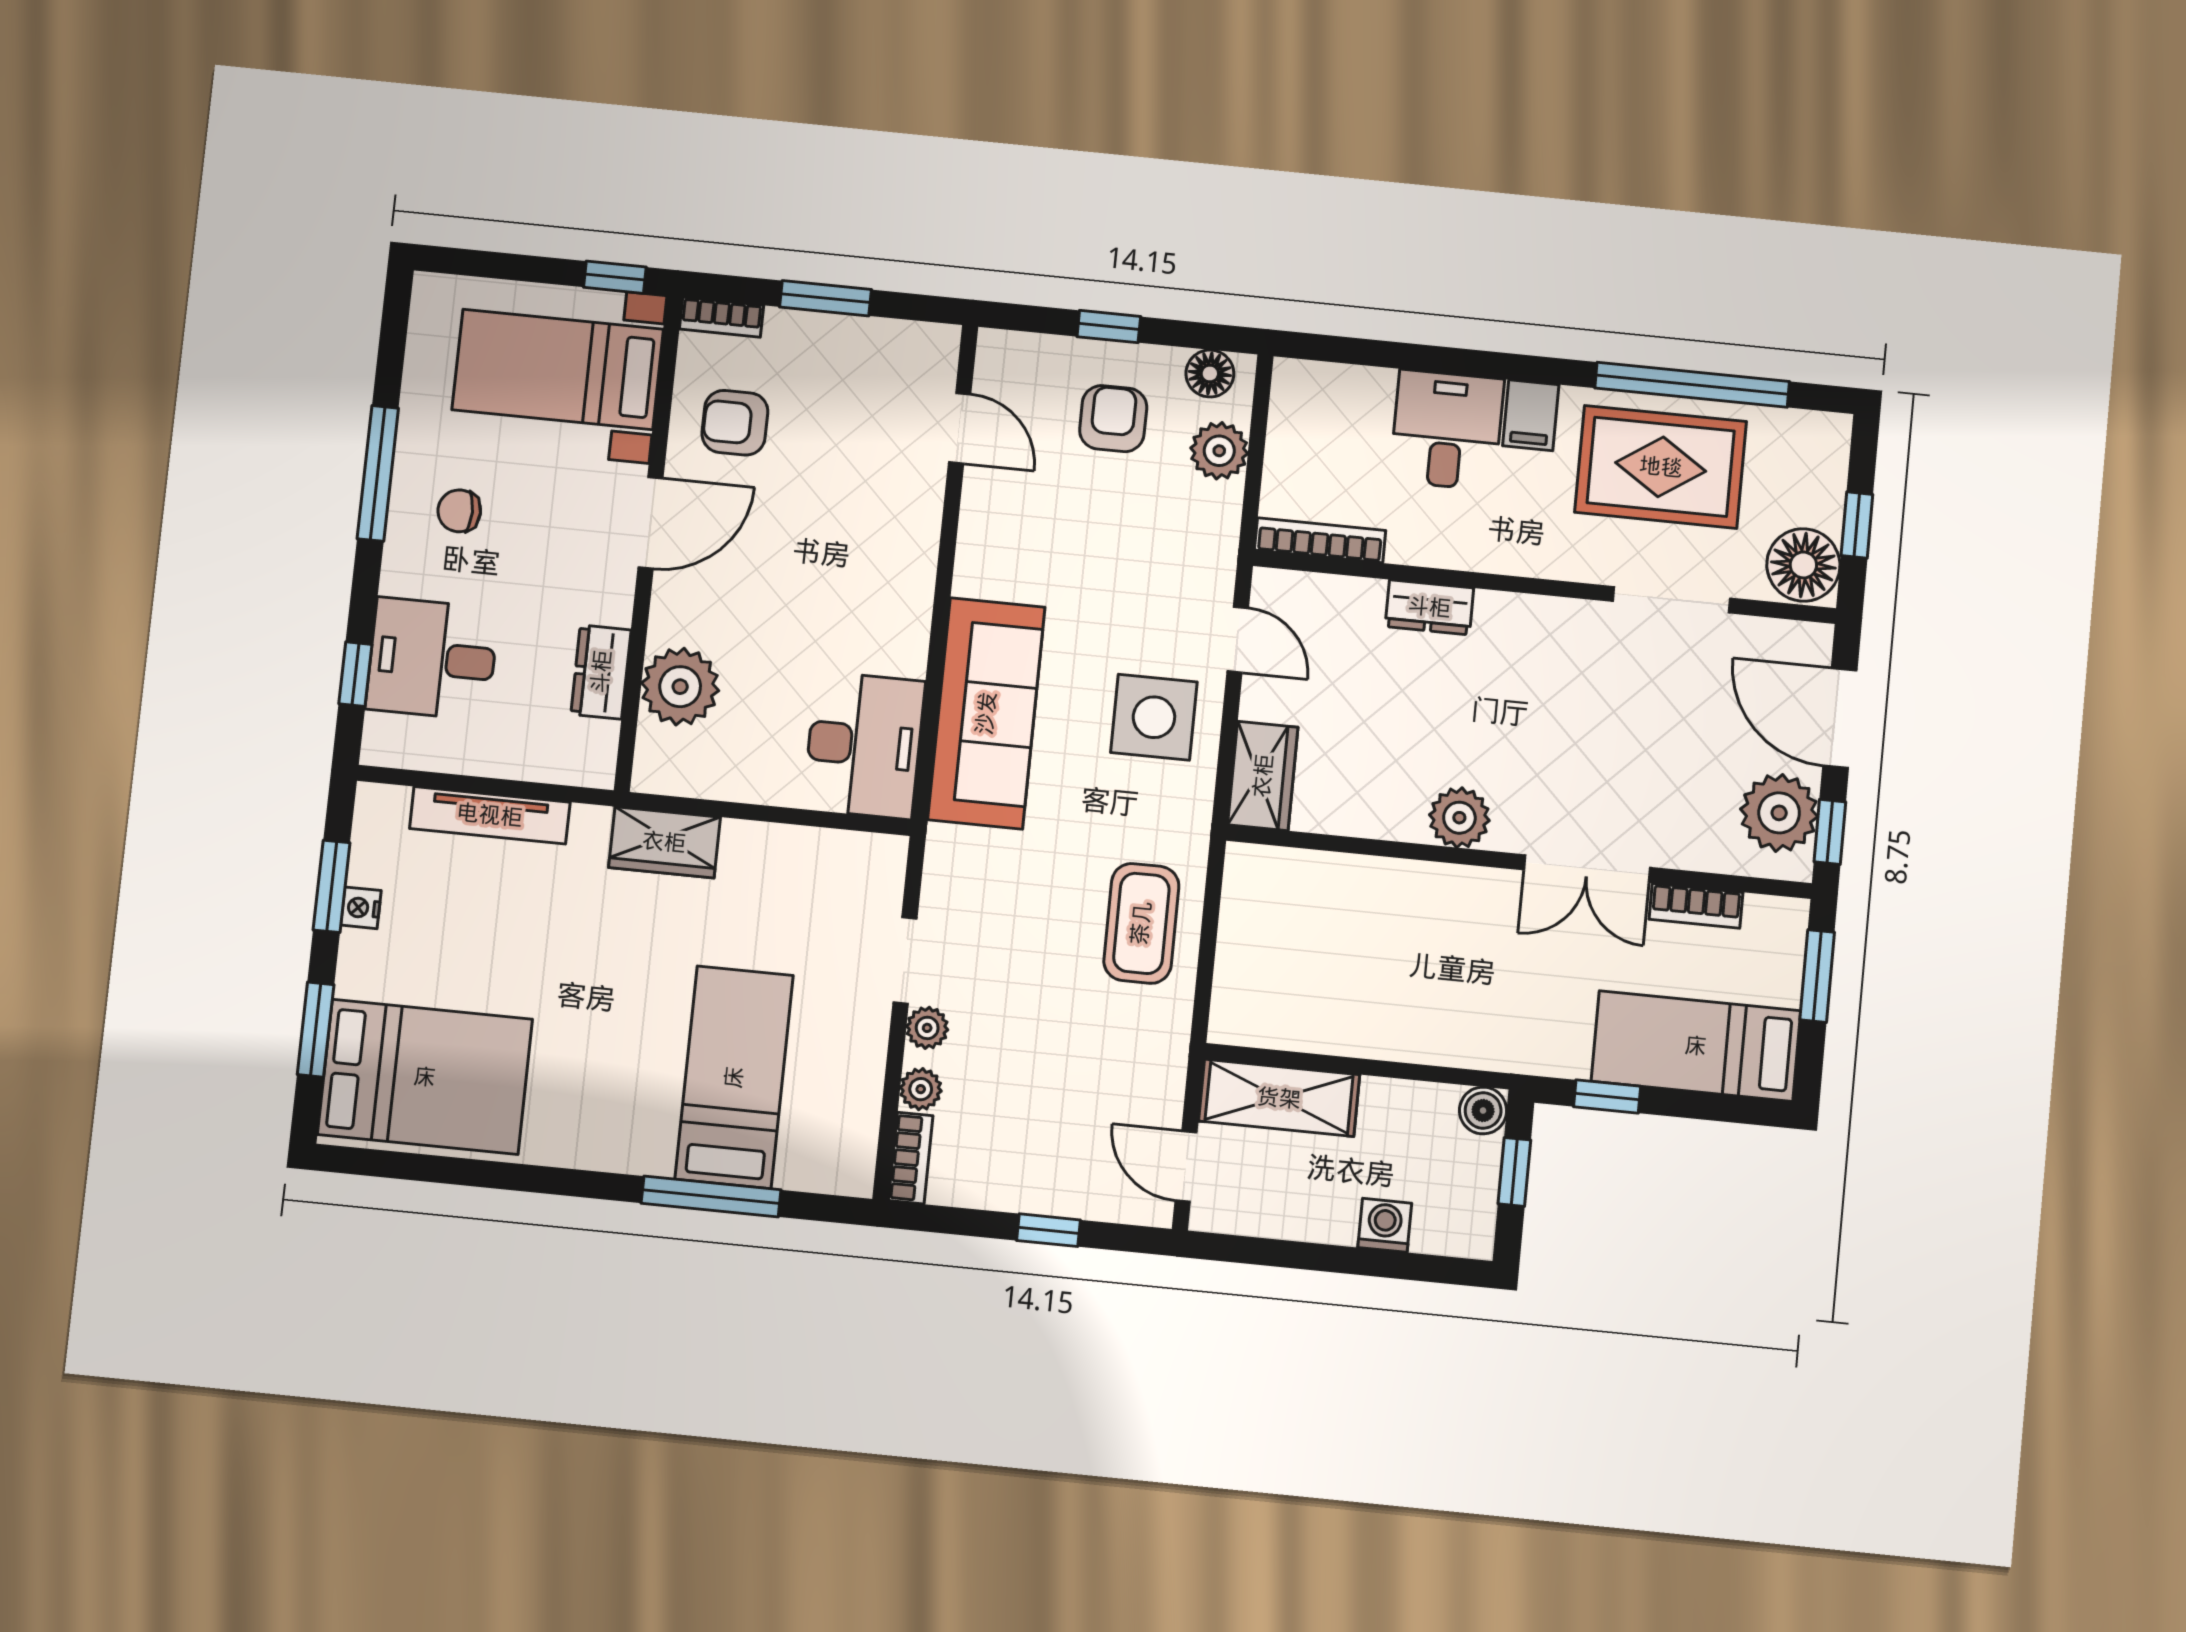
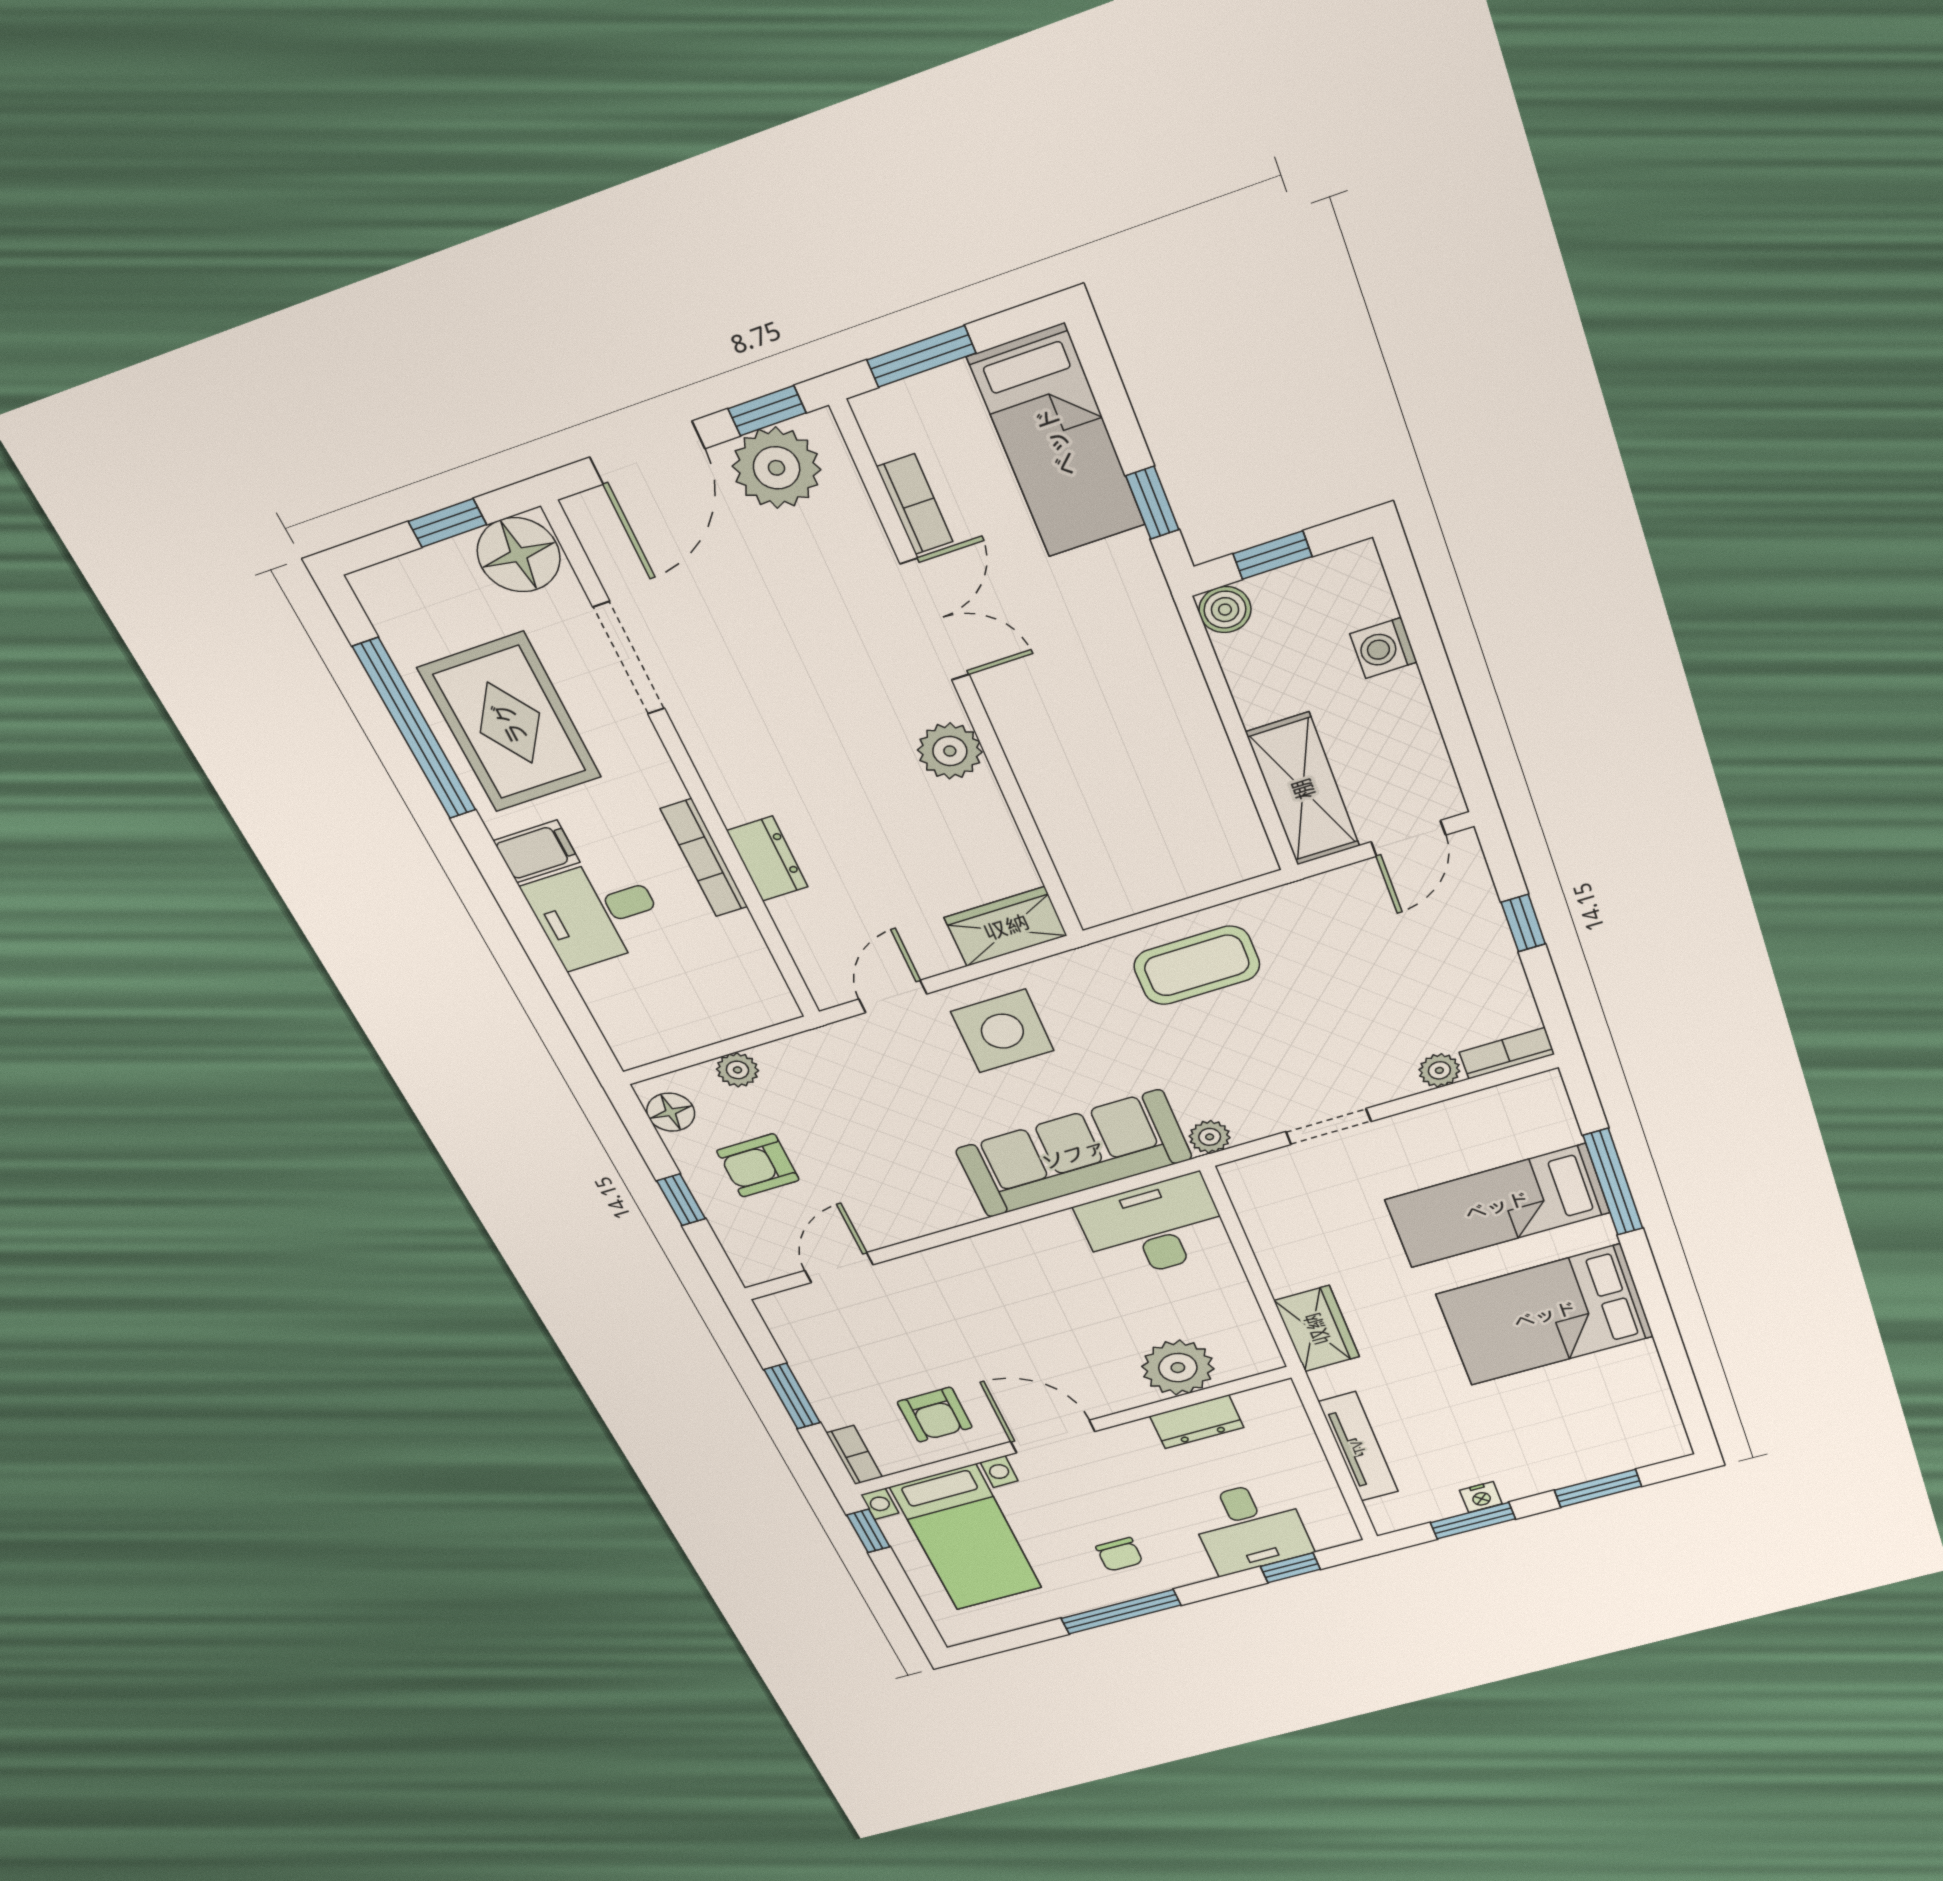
plant: (1219, 451) -> (737, 1070), width x0.73, depth x0.73
bookcase: (1320, 540) -> (704, 858), moved
plant: (927, 1028) -> (1210, 1137), moved
bed: (425, 1077) -> (1545, 1315), moved, turned -90

